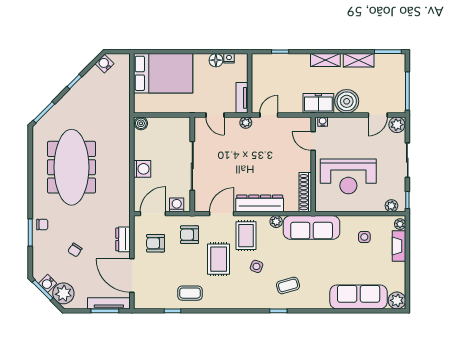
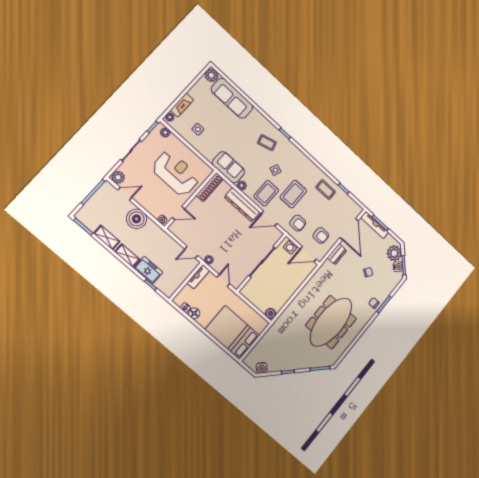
freezer: (318, 103) -> (148, 270), moved, turned 180
door: (313, 141) -> (178, 213), hinge flipped
washing machine: (142, 169) -> (292, 286), removed
sofa: (312, 227) -> (228, 167), width x0.73

